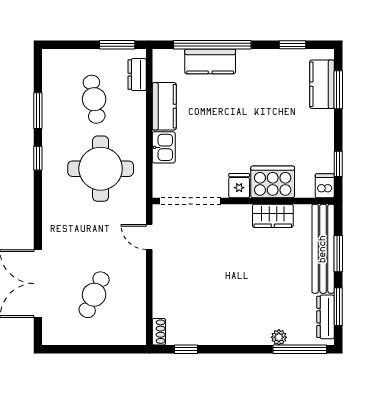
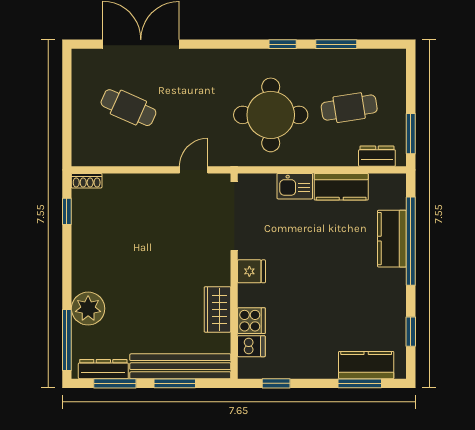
cooker: (273, 182) -> (251, 321), width x0.53, depth x0.76
dishwasher: (325, 186) -> (251, 346), moved
plant: (279, 337) -> (88, 309), width x1.88, depth x1.88

